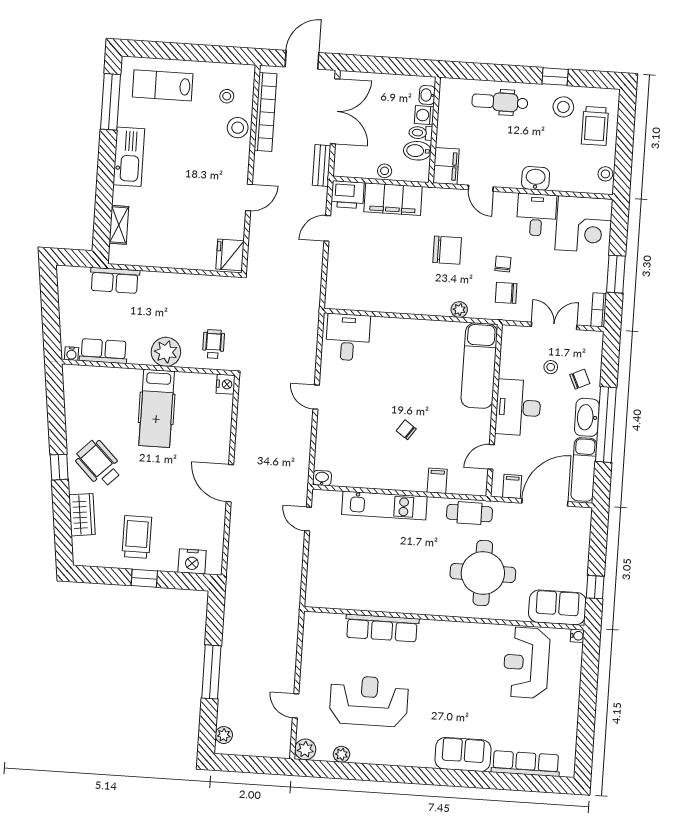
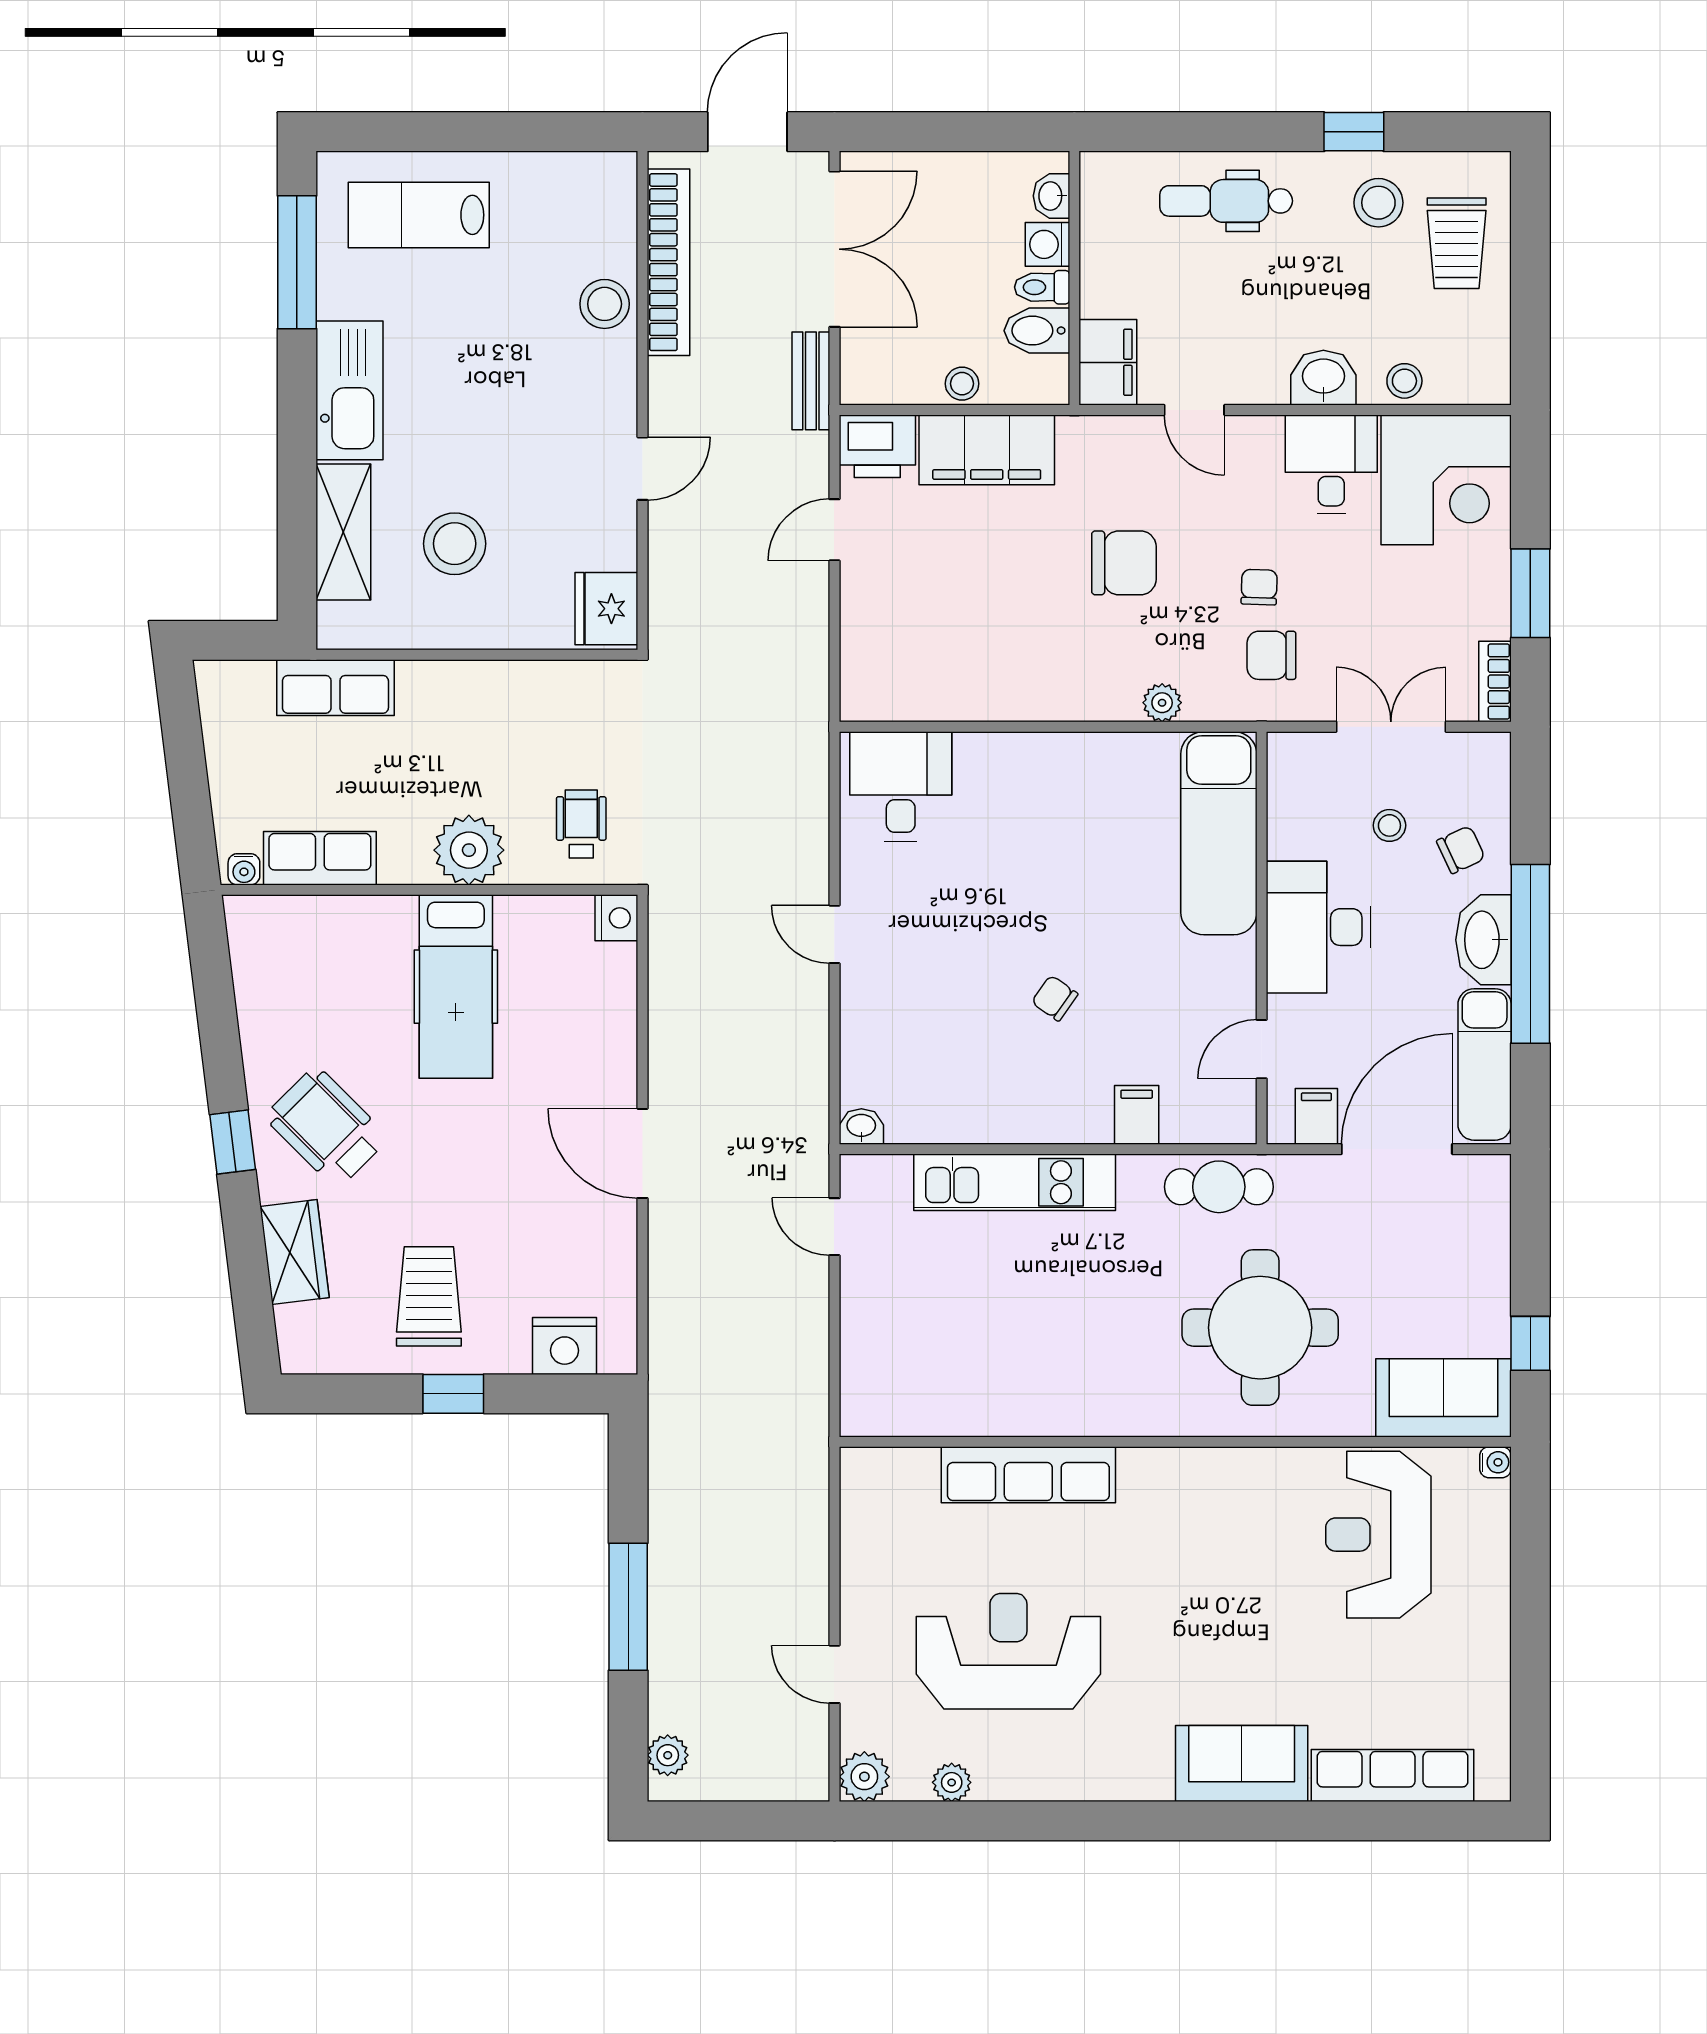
stool: (227, 96) -> (455, 544), moved, width x1.89, depth x1.89
stool: (605, 174) -> (1404, 381), moved
shelving: (119, 225) -> (343, 532), width x1.50, depth x1.33

